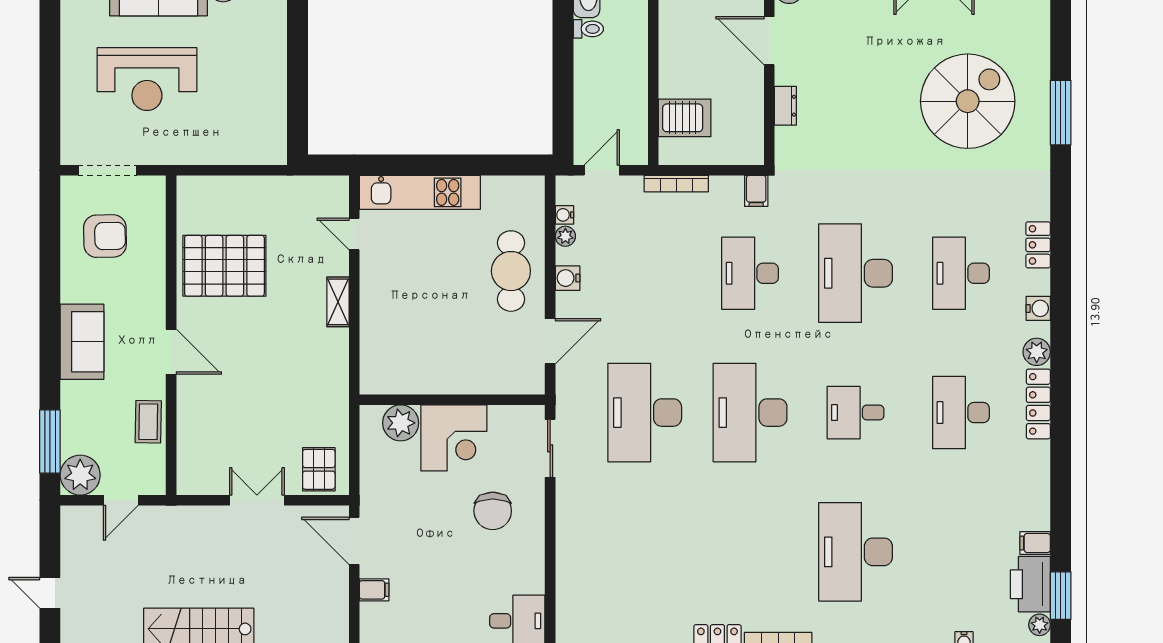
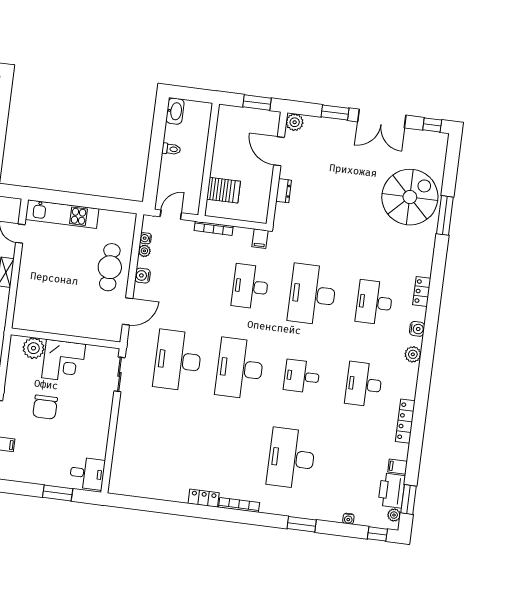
toilet: (588, 29) -> (171, 149), moved
spiral stairs: (968, 101) -> (410, 197), moved
locker: (1038, 404) -> (405, 421), moved
chair: (493, 511) -> (45, 407), moved

